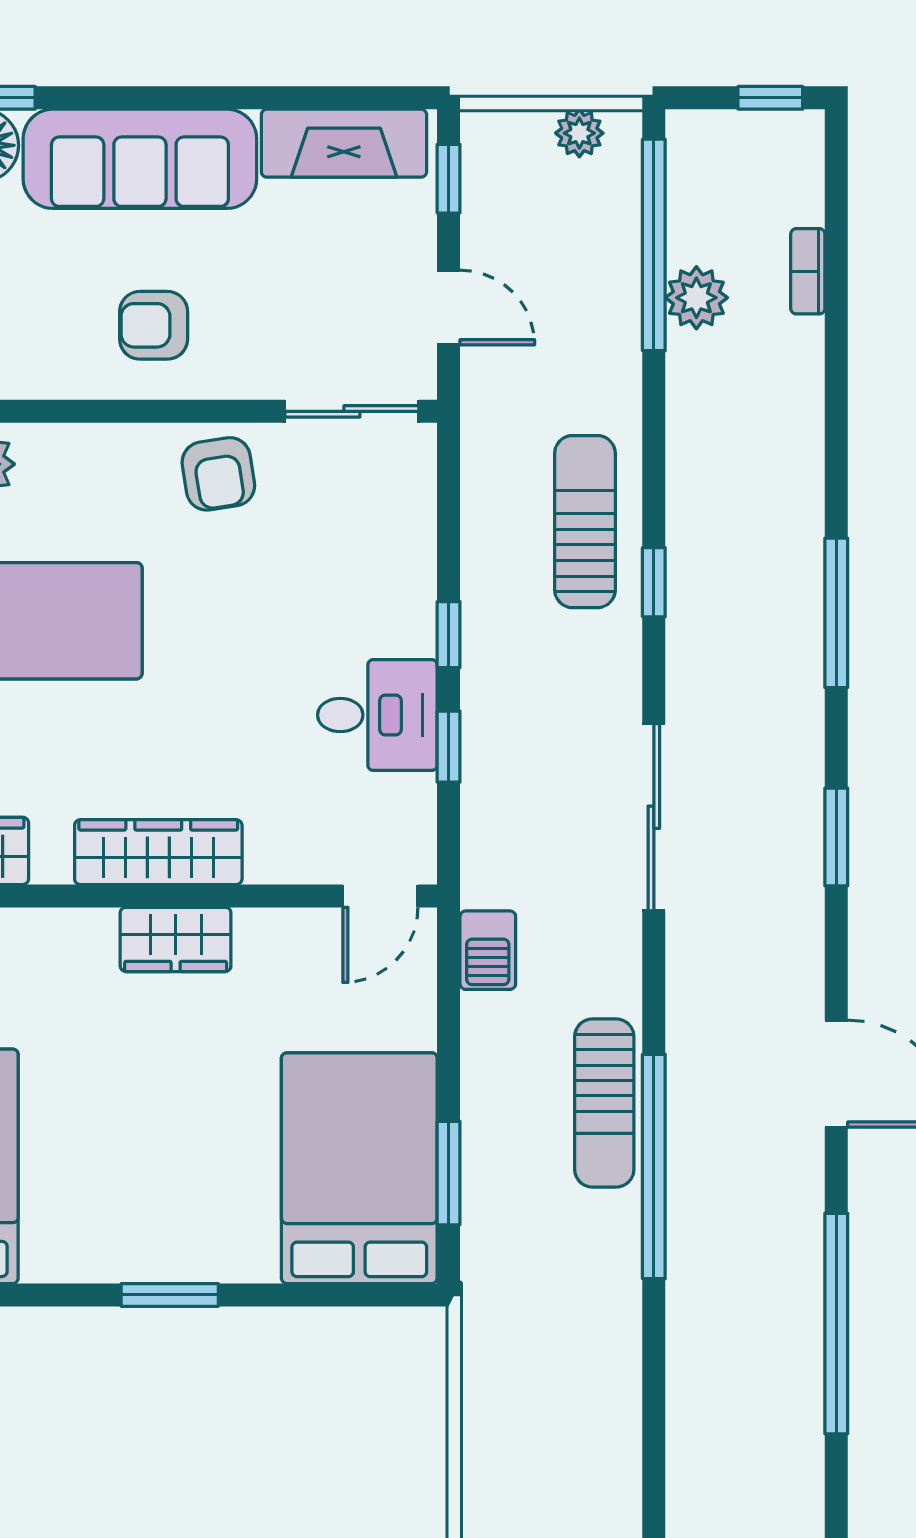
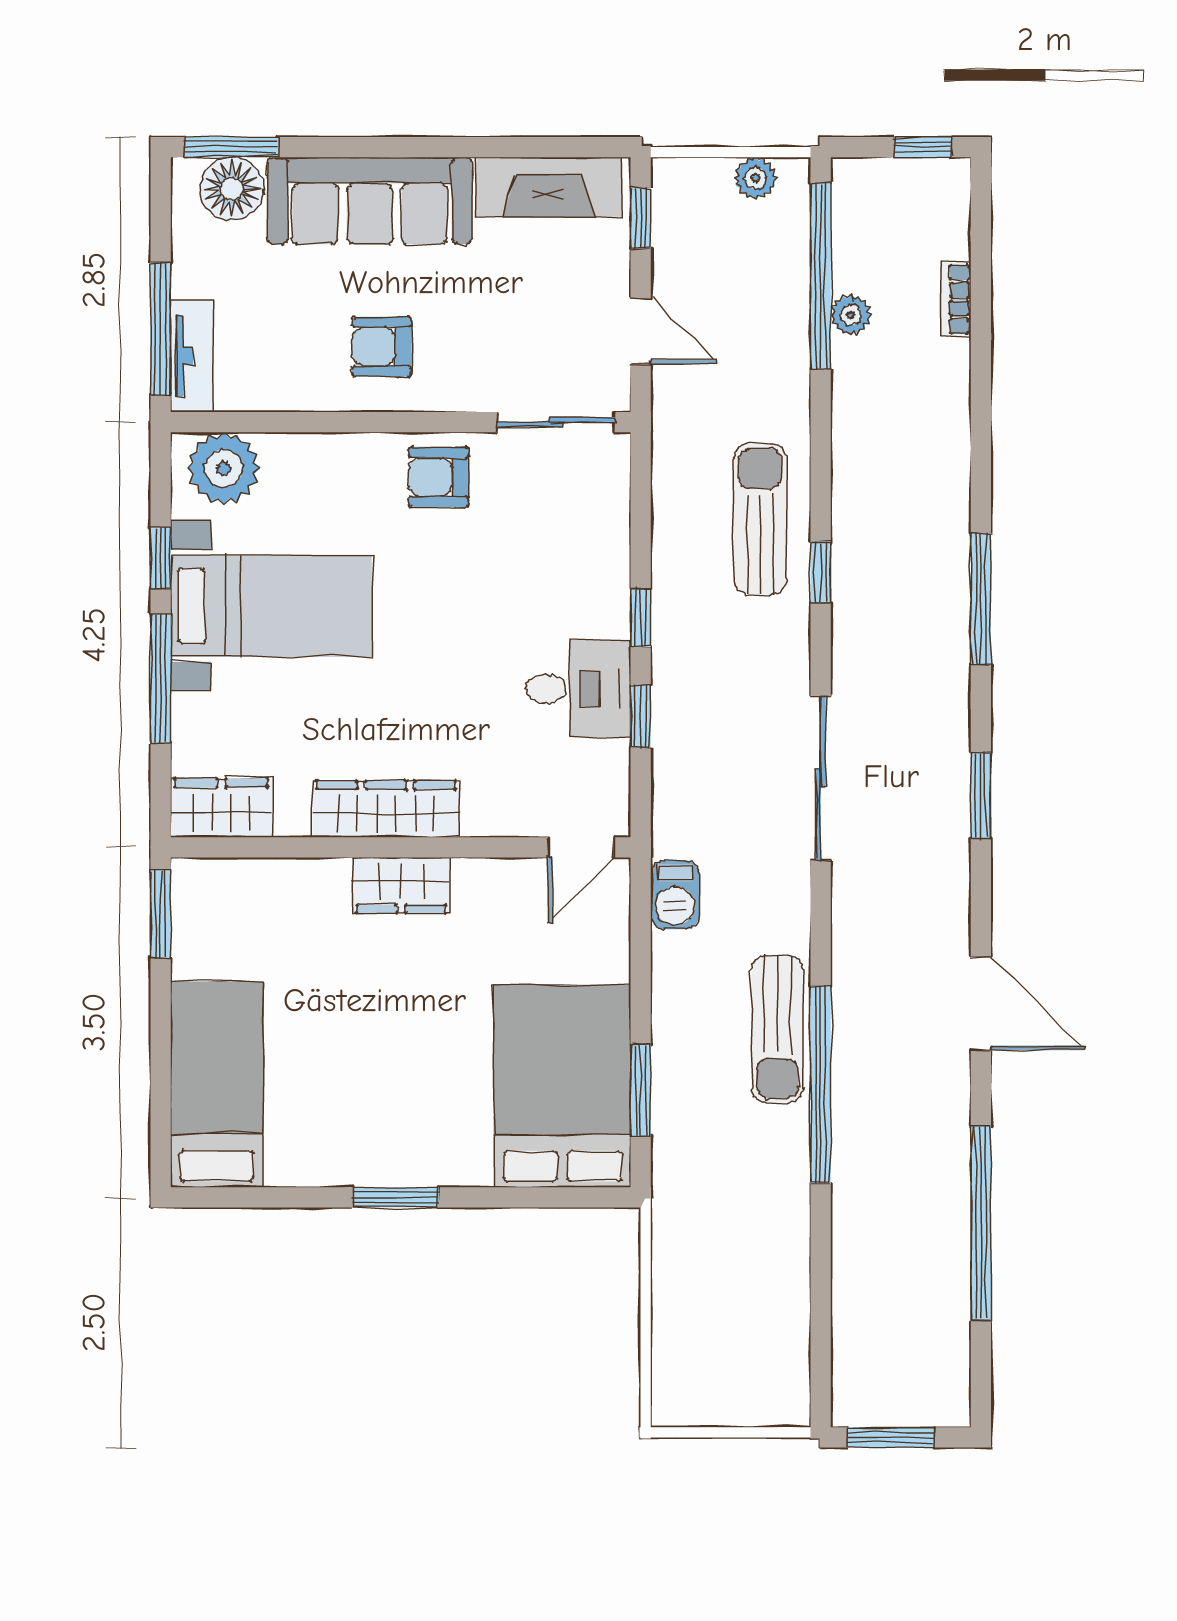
plant: (696, 298) -> (851, 315), width x0.73, depth x0.73
armchair: (218, 474) -> (439, 477), turned 99

